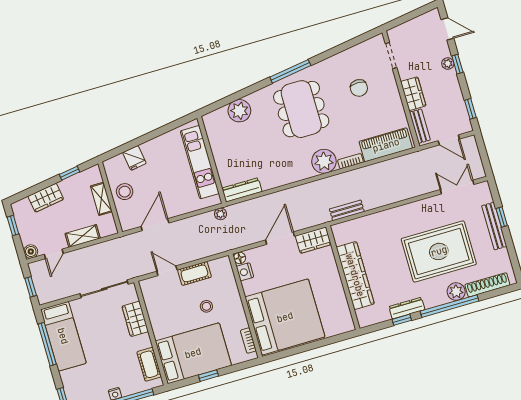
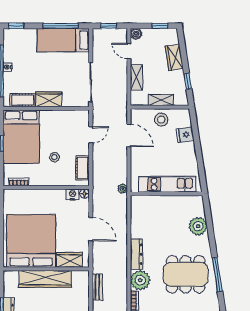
dresser: (242, 190) -> (136, 254), moved
wardrobe: (313, 240) -> (69, 260), moved, turned 90
cot: (194, 273) -> (83, 168), moved
bed: (285, 317) -> (31, 241), moved, turned 180
wardrobe: (135, 319) -> (49, 99), moved

